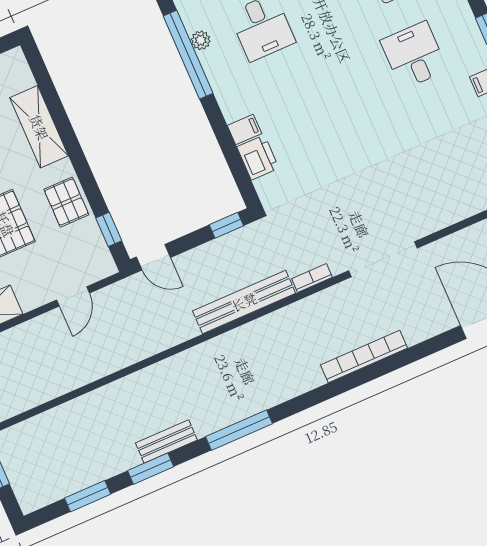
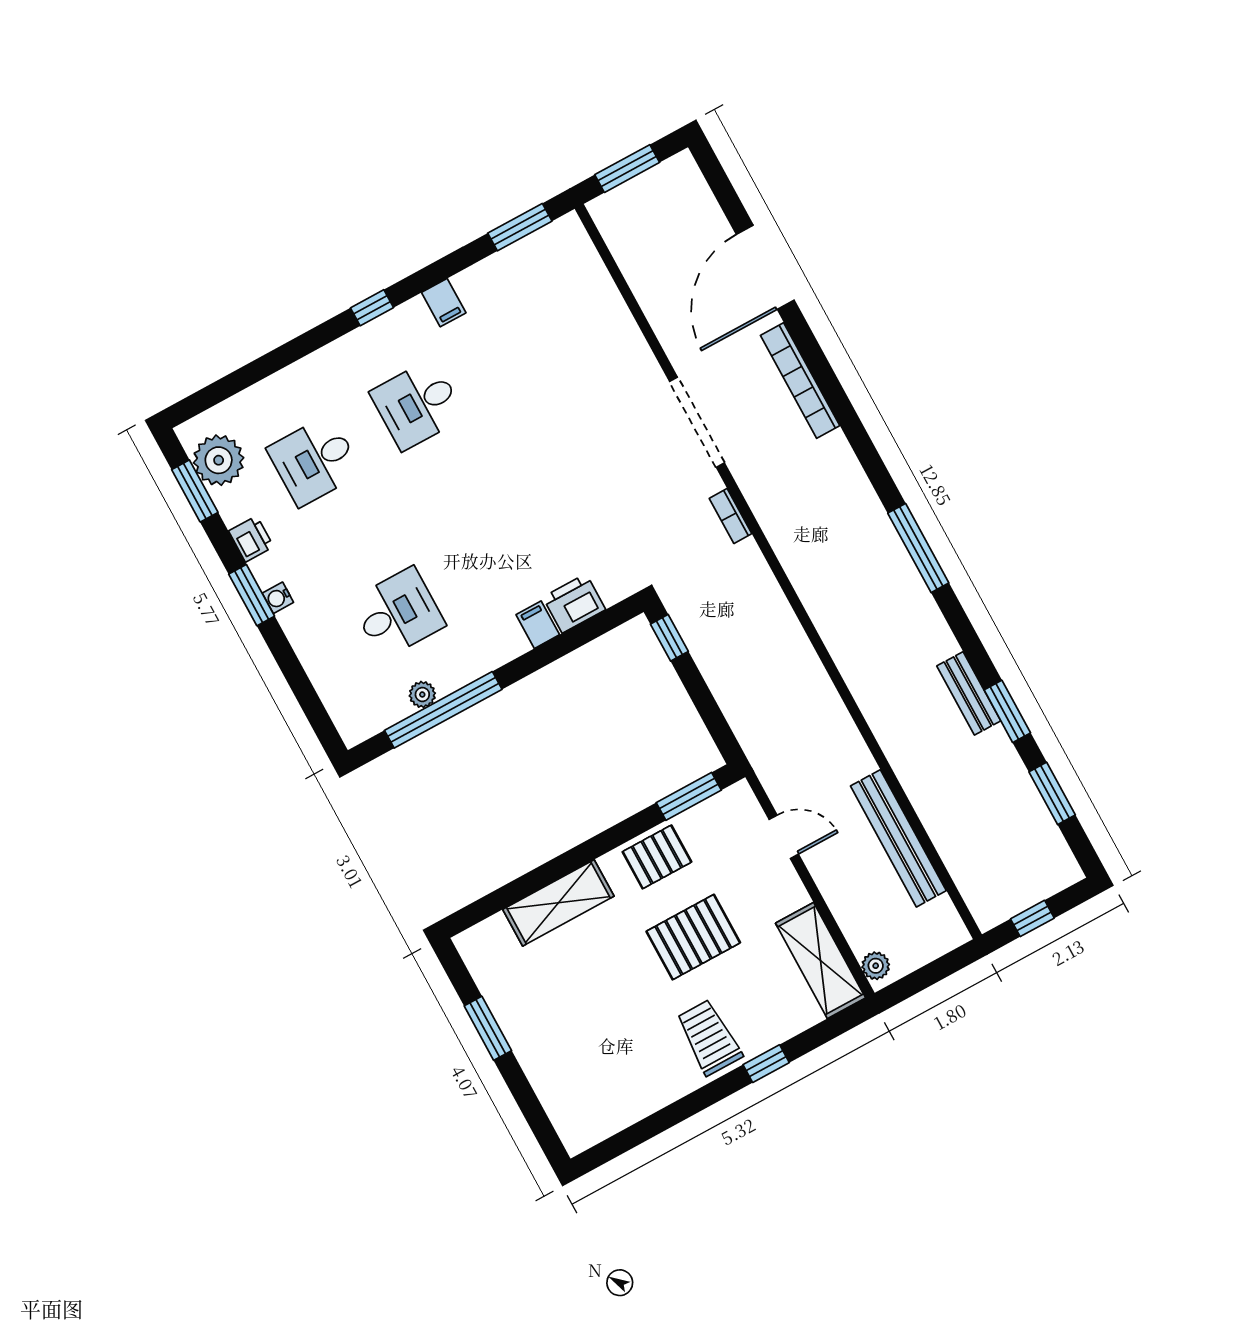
window: (109, 229) -> (689, 796), width x1.50
door: (153, 257) -> (721, 733), removed
bench: (244, 302) -> (898, 838), moved
bookcase: (364, 357) -> (800, 380), moved
window: (239, 430) -> (918, 548), moved

